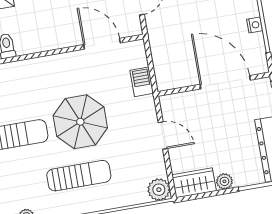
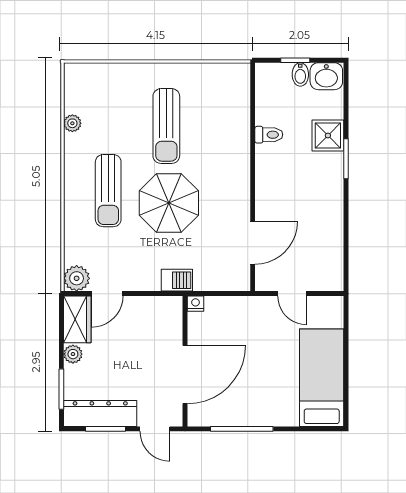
nightstand: (254, 25) -> (196, 304), moved, turned 180
barbecue: (142, 82) -> (177, 280), moved
door: (163, 135) -> (107, 294), moved

